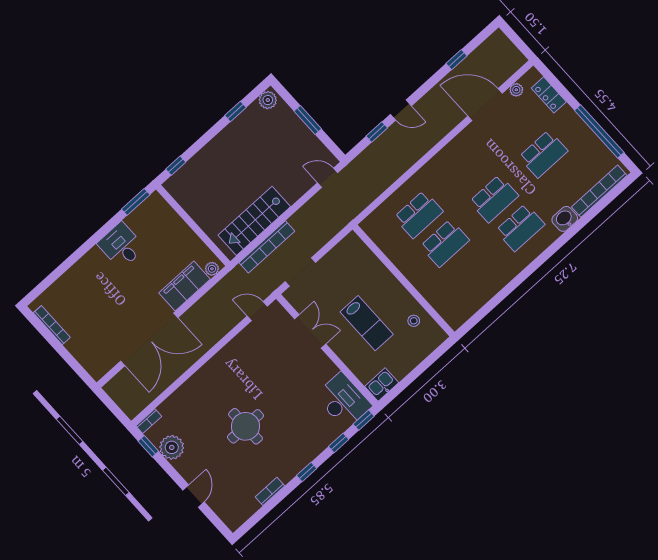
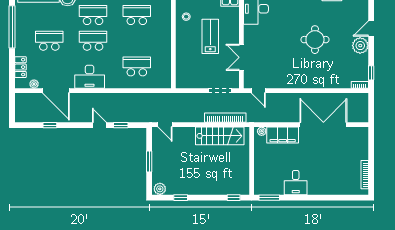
desk: (461, 155) -> (90, 77), added
school desk: (445, 243) -> (137, 15), moved
plant: (172, 447) -> (360, 46), moved

